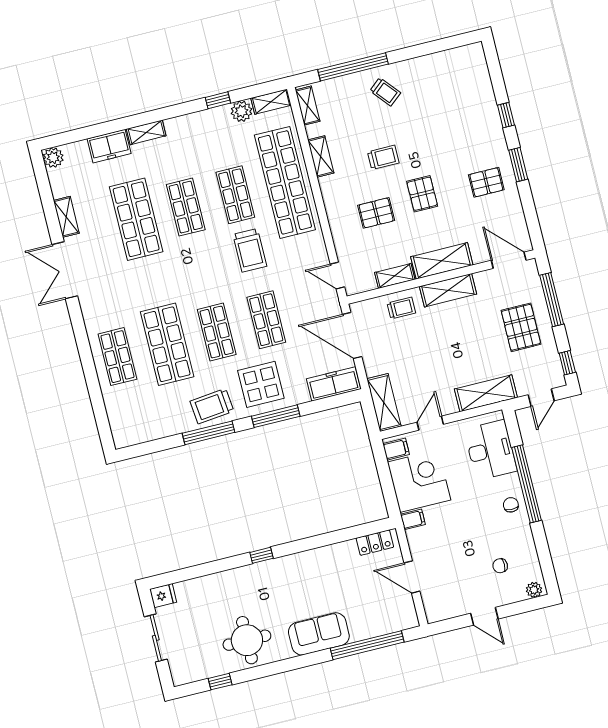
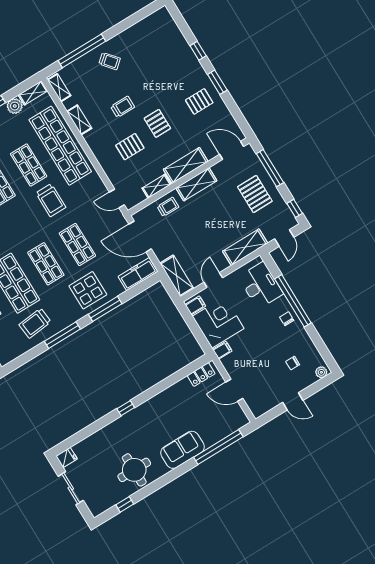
trolley: (212, 406) -> (35, 323), moved

